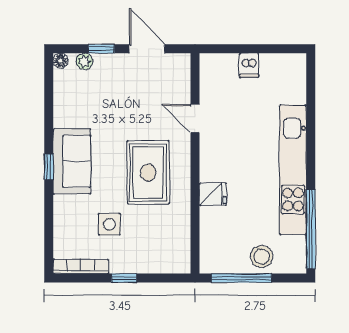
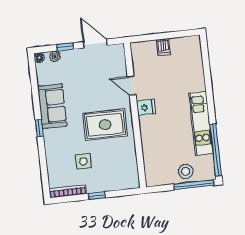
sofa: (72, 161) -> (52, 106), moved
kitchen unit: (293, 170) -> (201, 123), width x0.73
rug: (148, 173) -> (105, 125), turned 90
fridge: (213, 194) -> (146, 107), moved
window: (242, 278) -> (194, 185), moved

